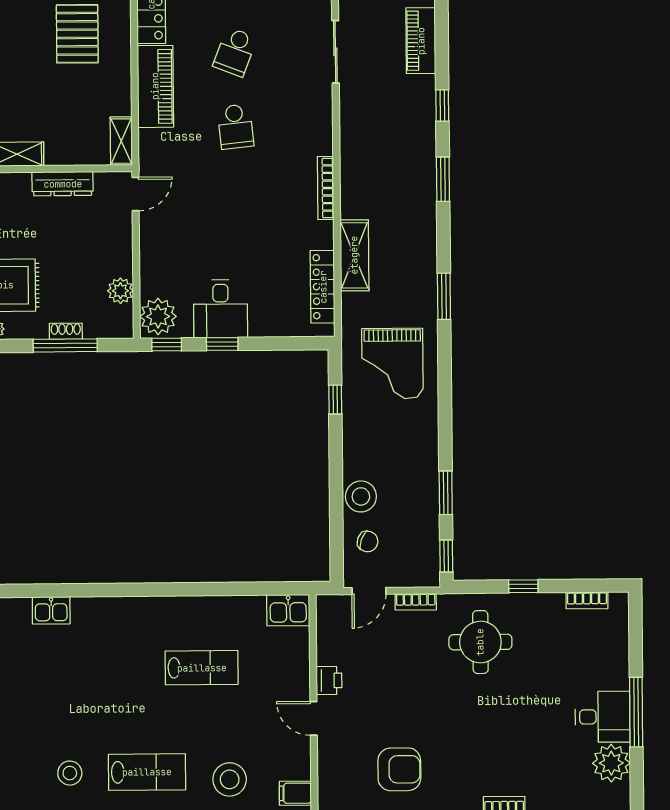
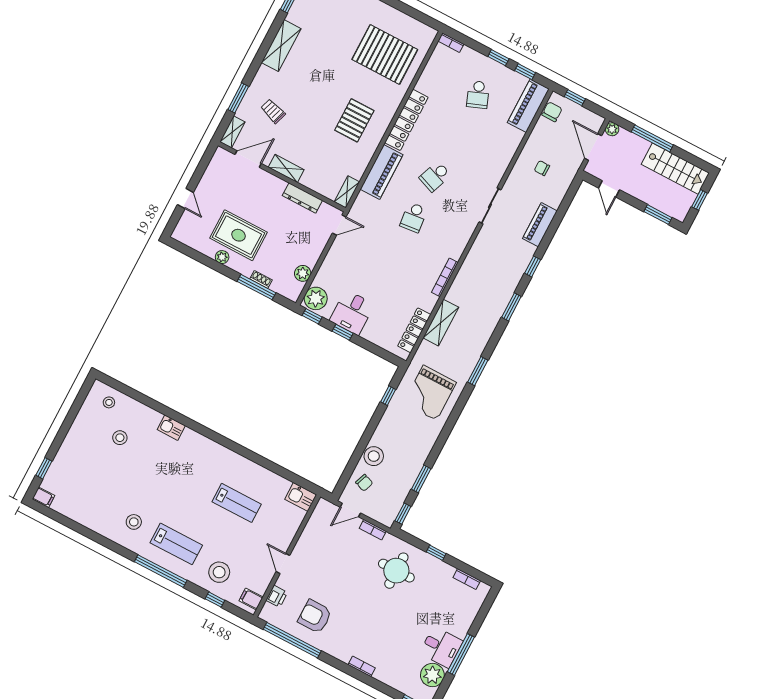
printer: (329, 680) -> (277, 596), moved
armchair: (399, 769) -> (315, 616), turned 180

